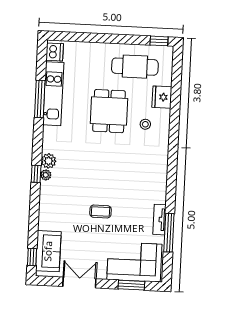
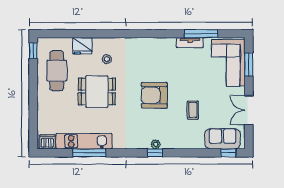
plant: (49, 161) -> (143, 142), removed
armchair: (102, 176) -> (154, 95), added
coffee table: (100, 211) -> (193, 110), moved

